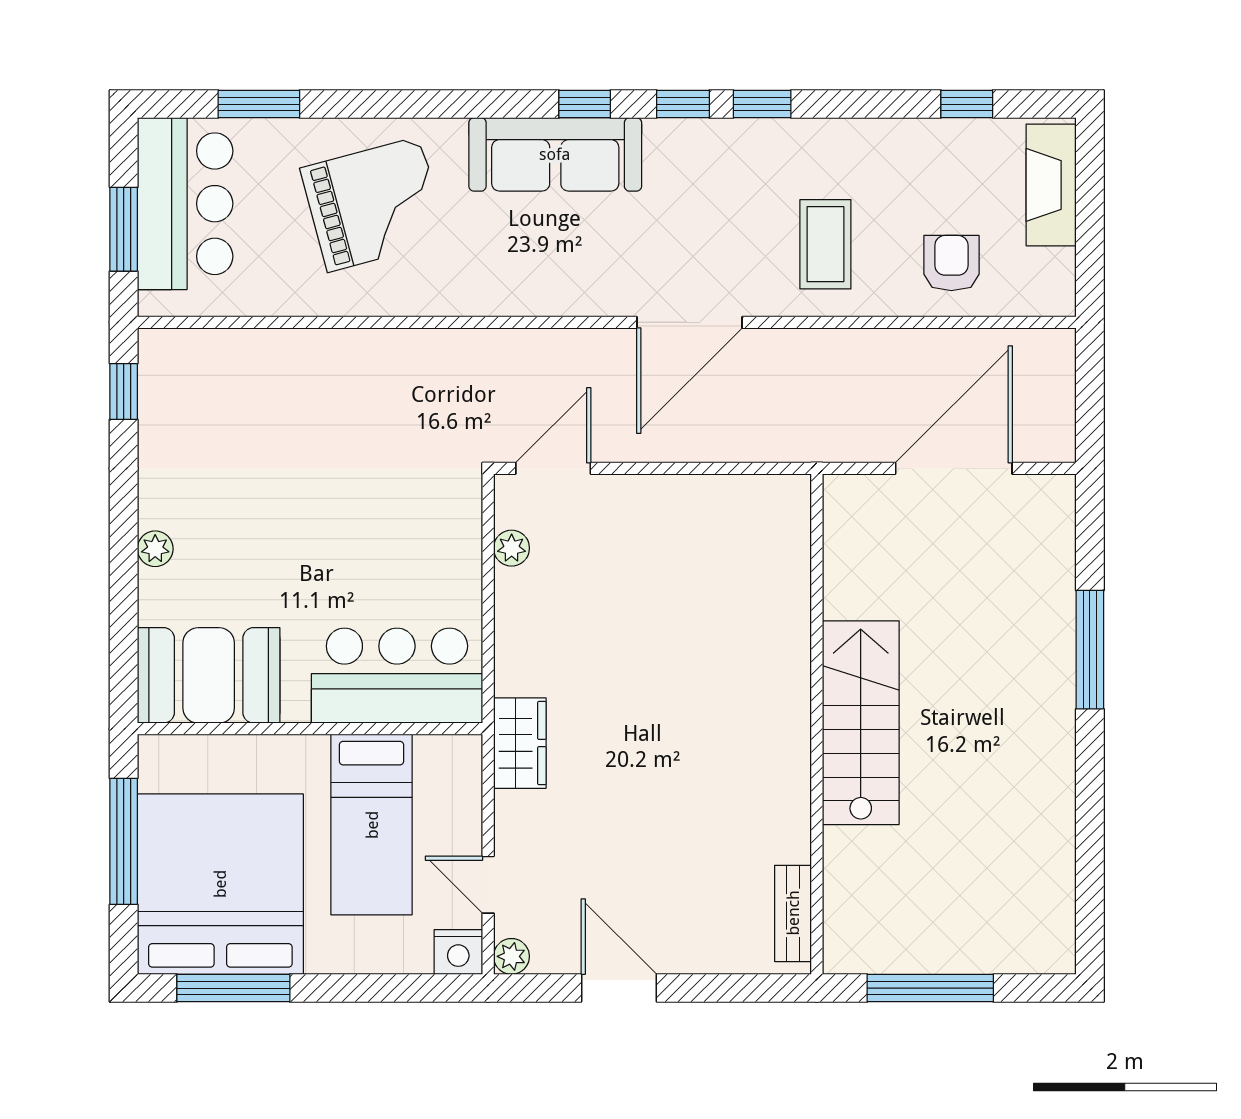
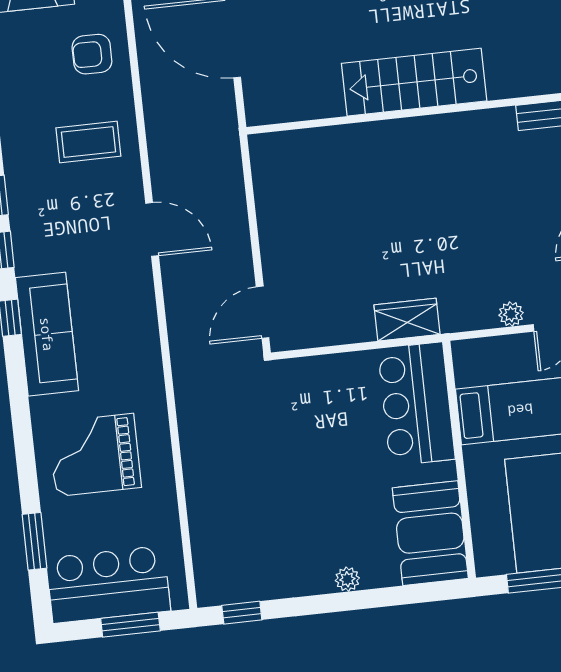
grand piano: (374, 204) -> (95, 455), turned -75
door: (690, 322) -> (152, 229), width x0.73
door: (553, 468) -> (263, 312), hinge flipped
plant: (512, 548) -> (511, 314), moved
wardrobe: (520, 743) -> (407, 320), moved

